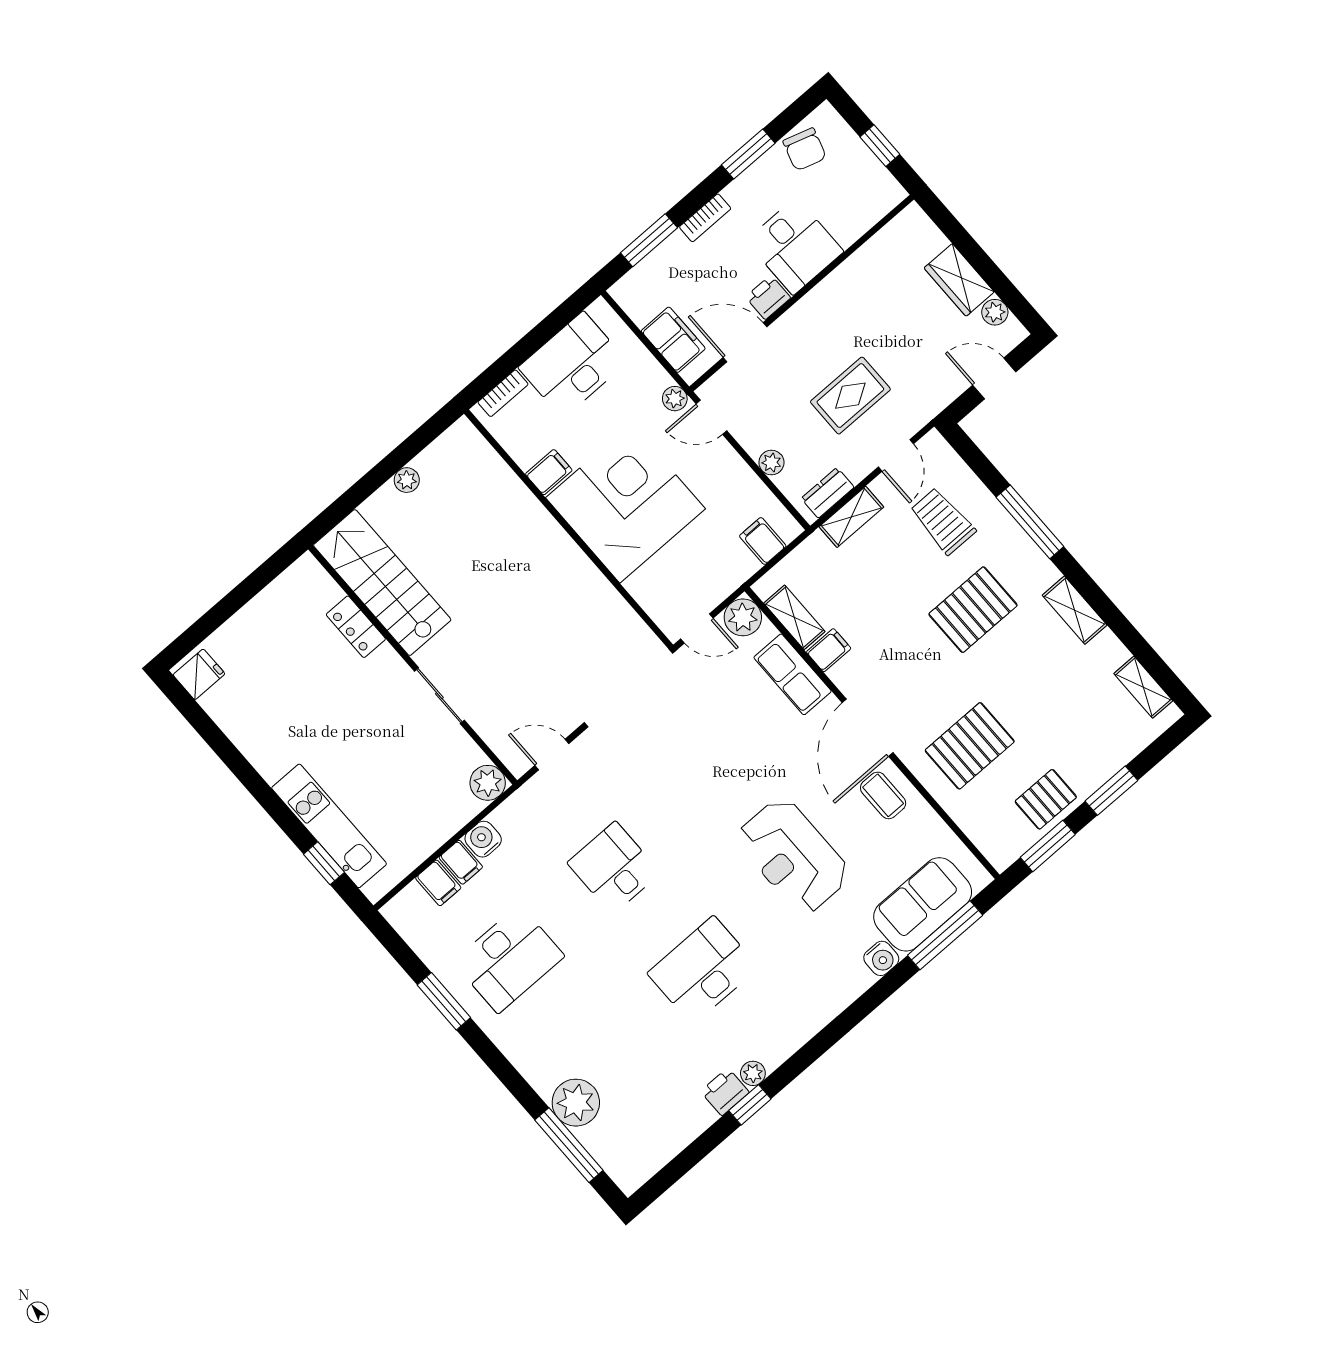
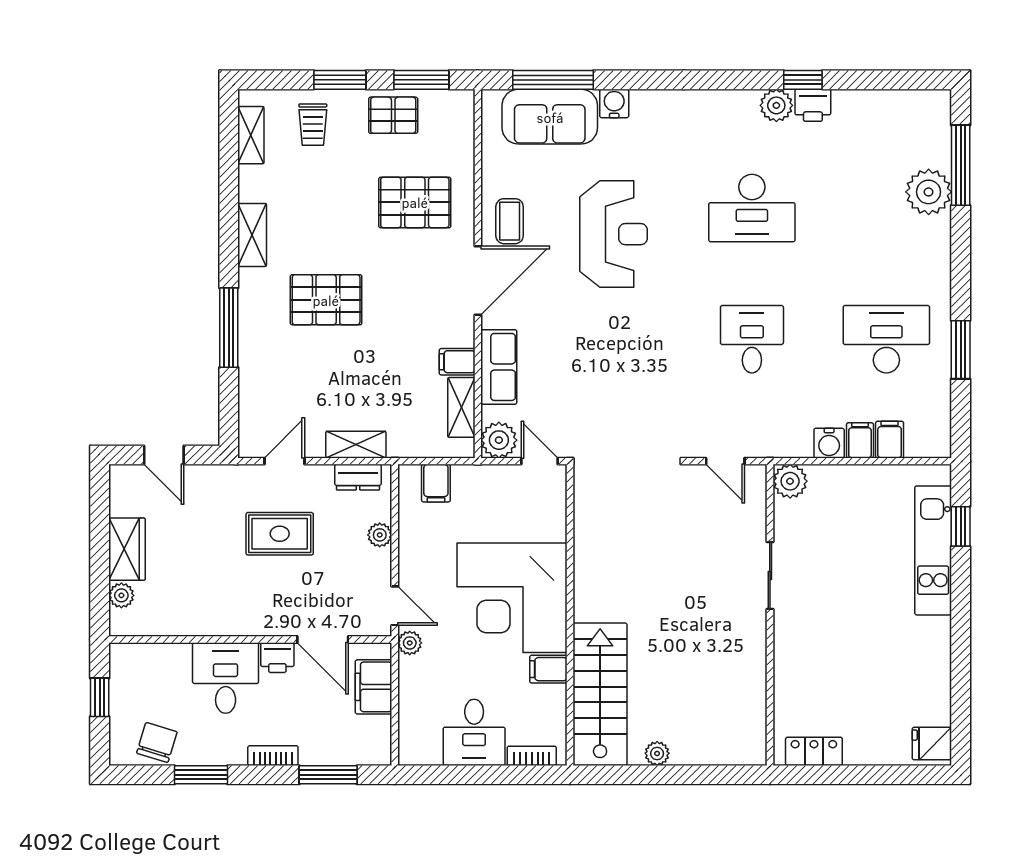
plant: (995, 312) -> (121, 595), moved
desk: (573, 365) -> (474, 732), width x0.73
trolley: (943, 521) -> (313, 125), moved, width x0.73, depth x0.72
stairs: (382, 583) -> (600, 694), moved, turned 180
locker: (356, 627) -> (814, 751), moved, turned -90
desk: (614, 868) -> (752, 339), turned 180
plant: (753, 1073) -> (776, 105), width x1.38, depth x1.38

